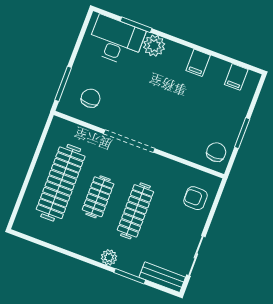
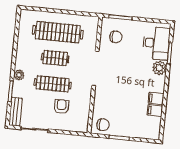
filing cabinet: (236, 77) -> (155, 111), moved
armchair: (195, 198) -> (61, 107), moved

